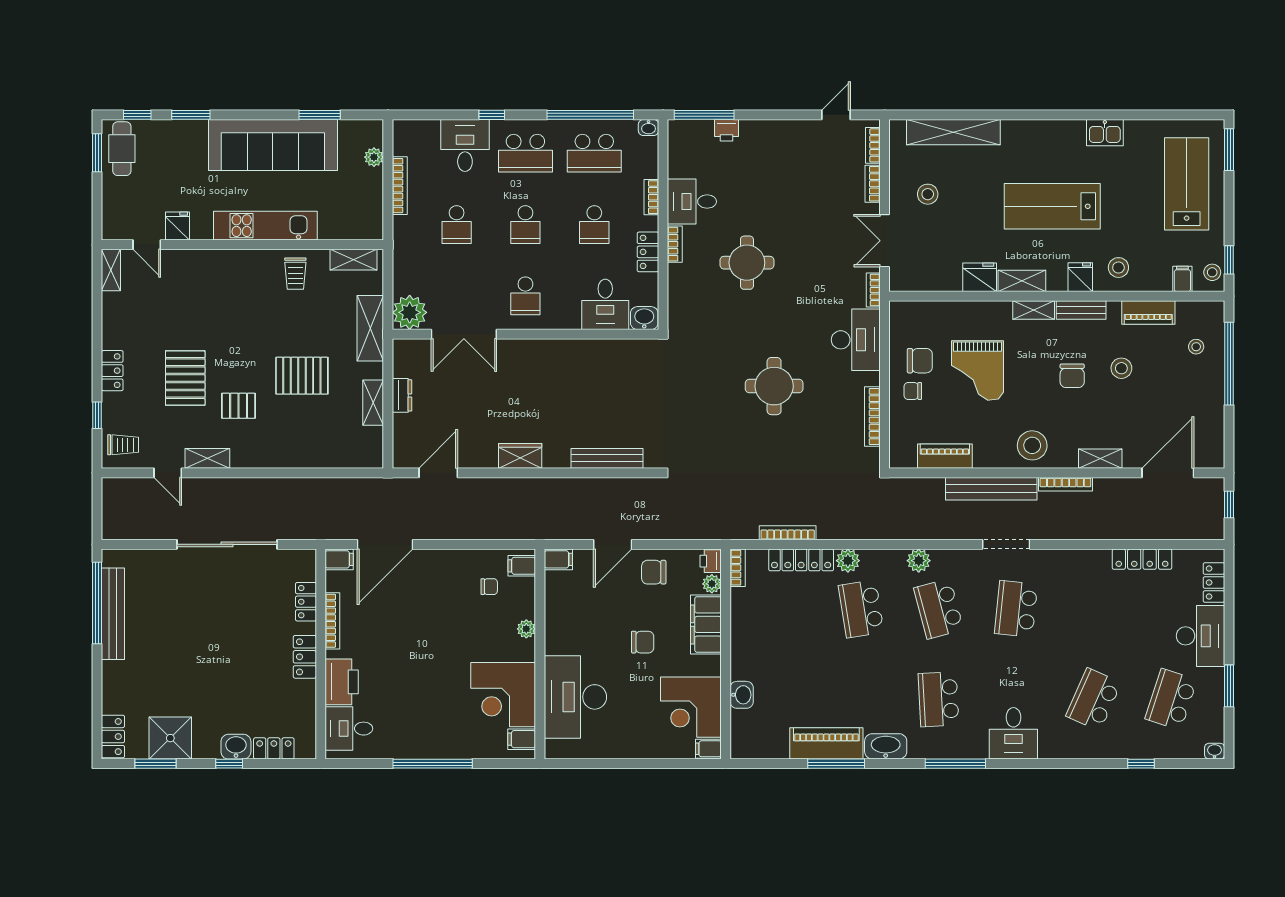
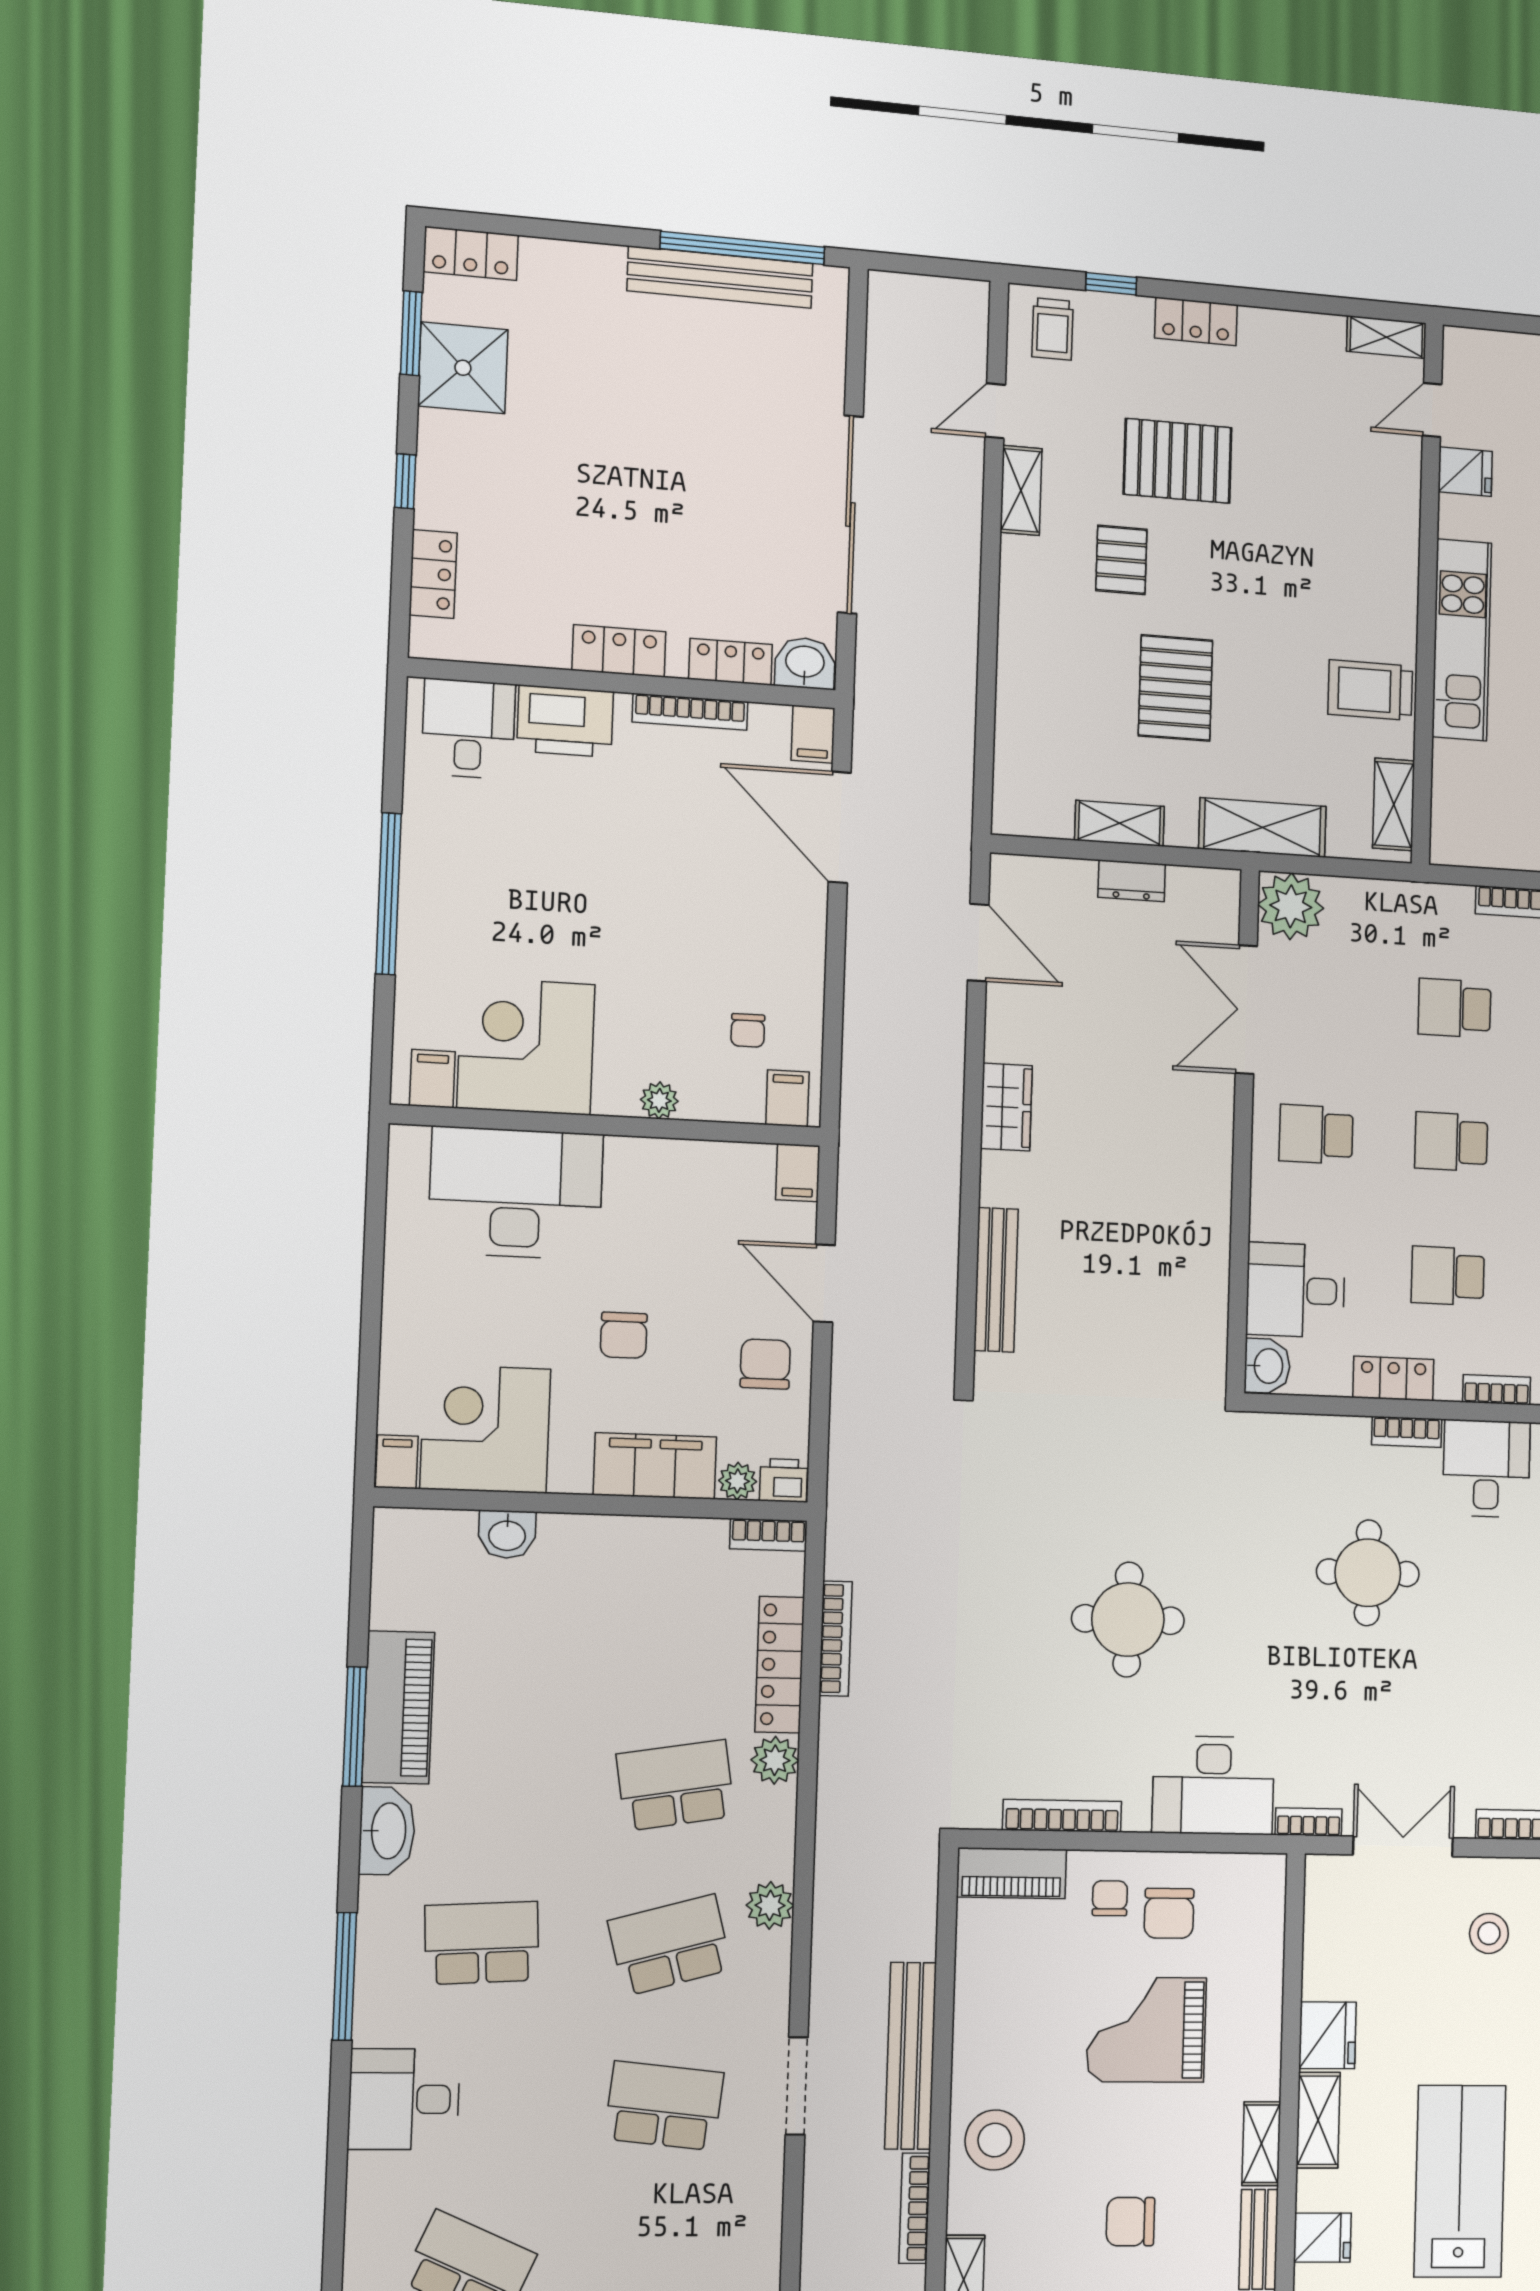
trolley: (295, 274) -> (1370, 690), width x1.36, depth x1.39
piano: (945, 456) -> (1012, 1873), moved, turned 90
washbasin: (236, 747) -> (805, 663), moved, turned -90

